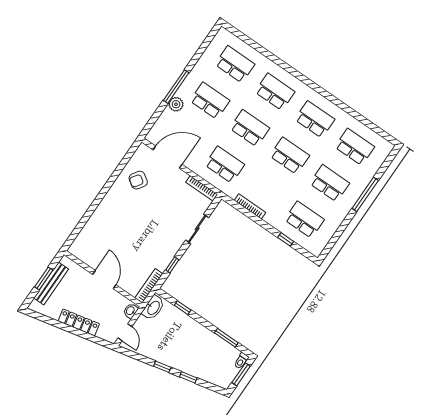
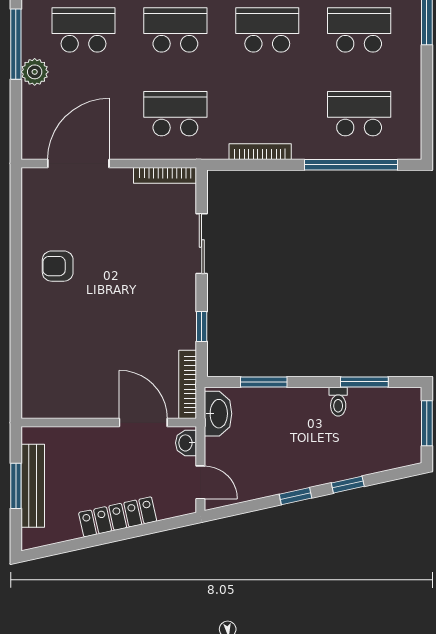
armchair: (138, 180) -> (58, 266), moved, turned 56
window: (286, 239) -> (351, 165), width x3.17
door: (104, 280) -> (143, 423), moved
window: (183, 308) -> (264, 382), width x1.50
toilet: (241, 361) -> (338, 402), moved

